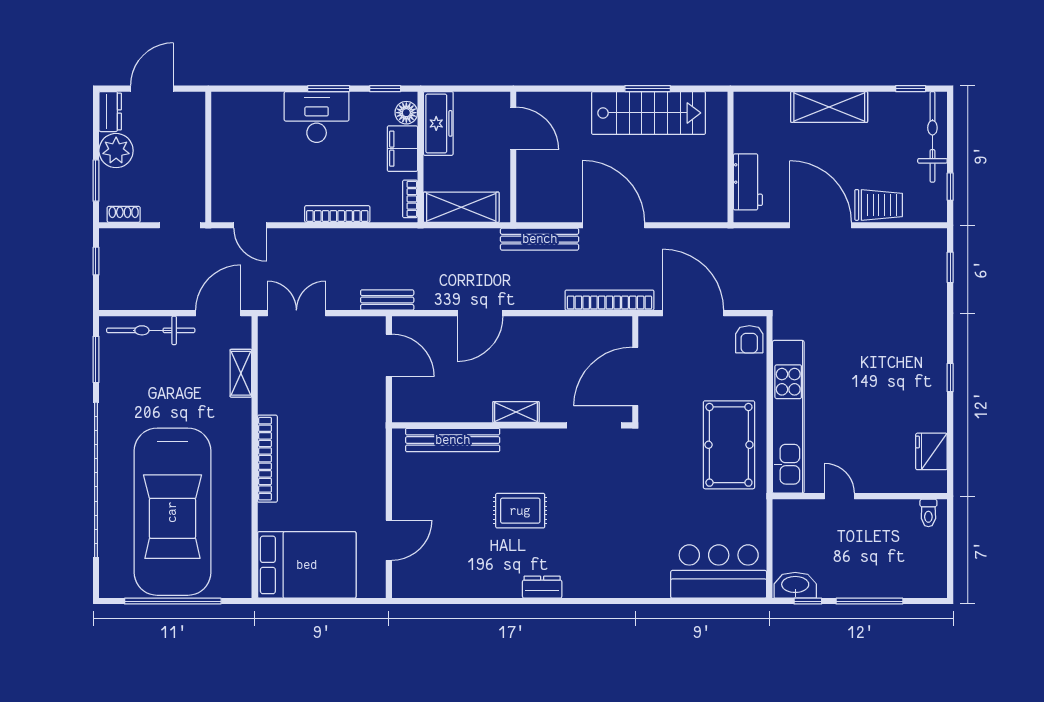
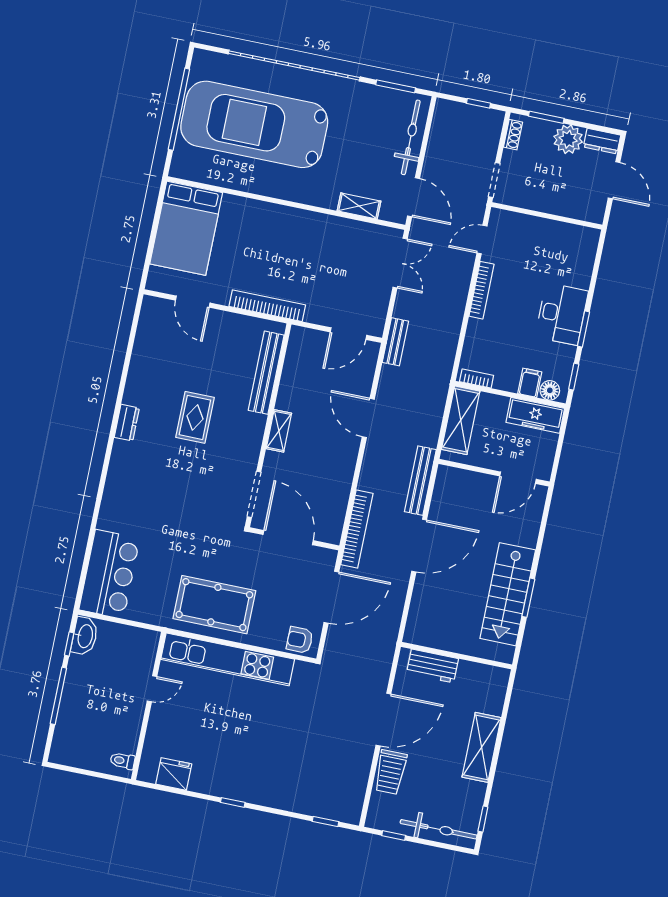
filing cabinet: (402, 149) -> (530, 383), width x0.50
bookcase: (337, 214) -> (481, 290), moved
bookcase: (267, 459) -> (267, 306), moved, turned 180

